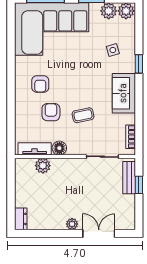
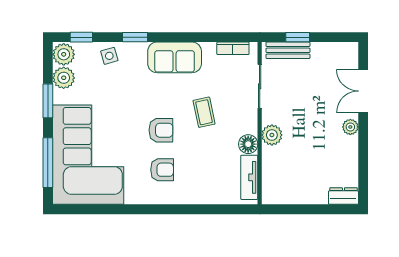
window: (139, 24) -> (81, 37), added
side table: (113, 50) -> (109, 56), moved
armchair: (51, 112) -> (161, 130), moved, turned 180
plant: (43, 166) -> (272, 135), moved

